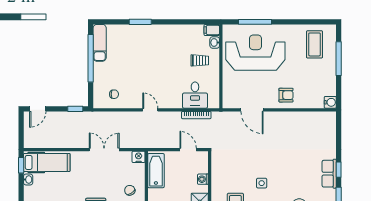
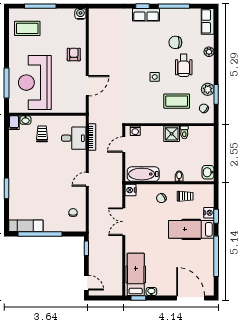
washing machine: (203, 179) -> (135, 131), moved

